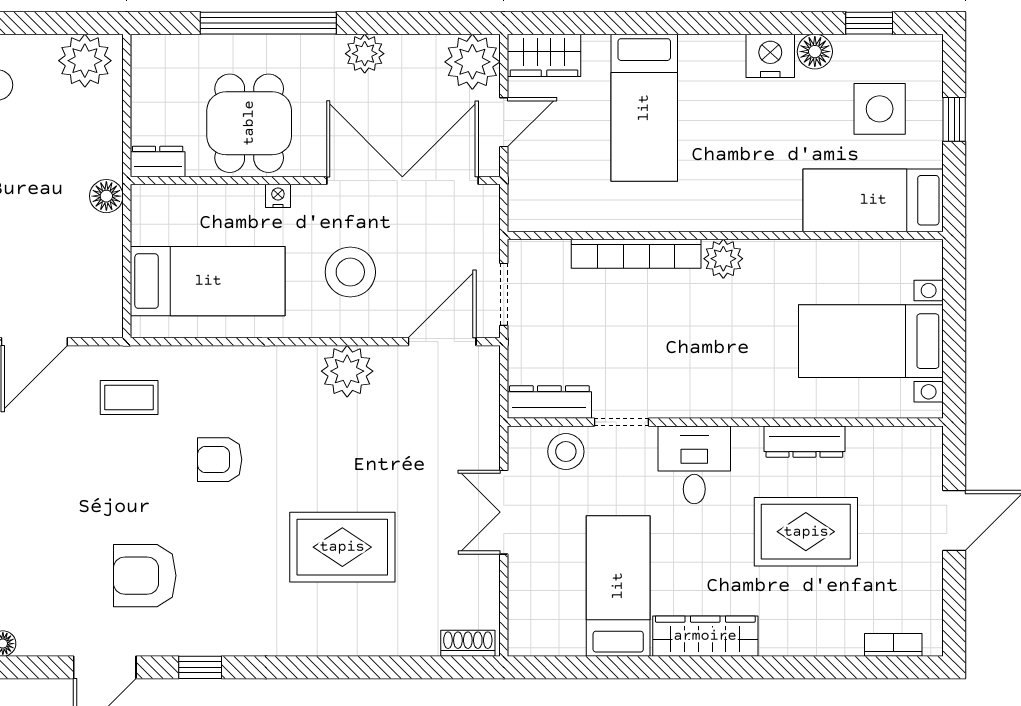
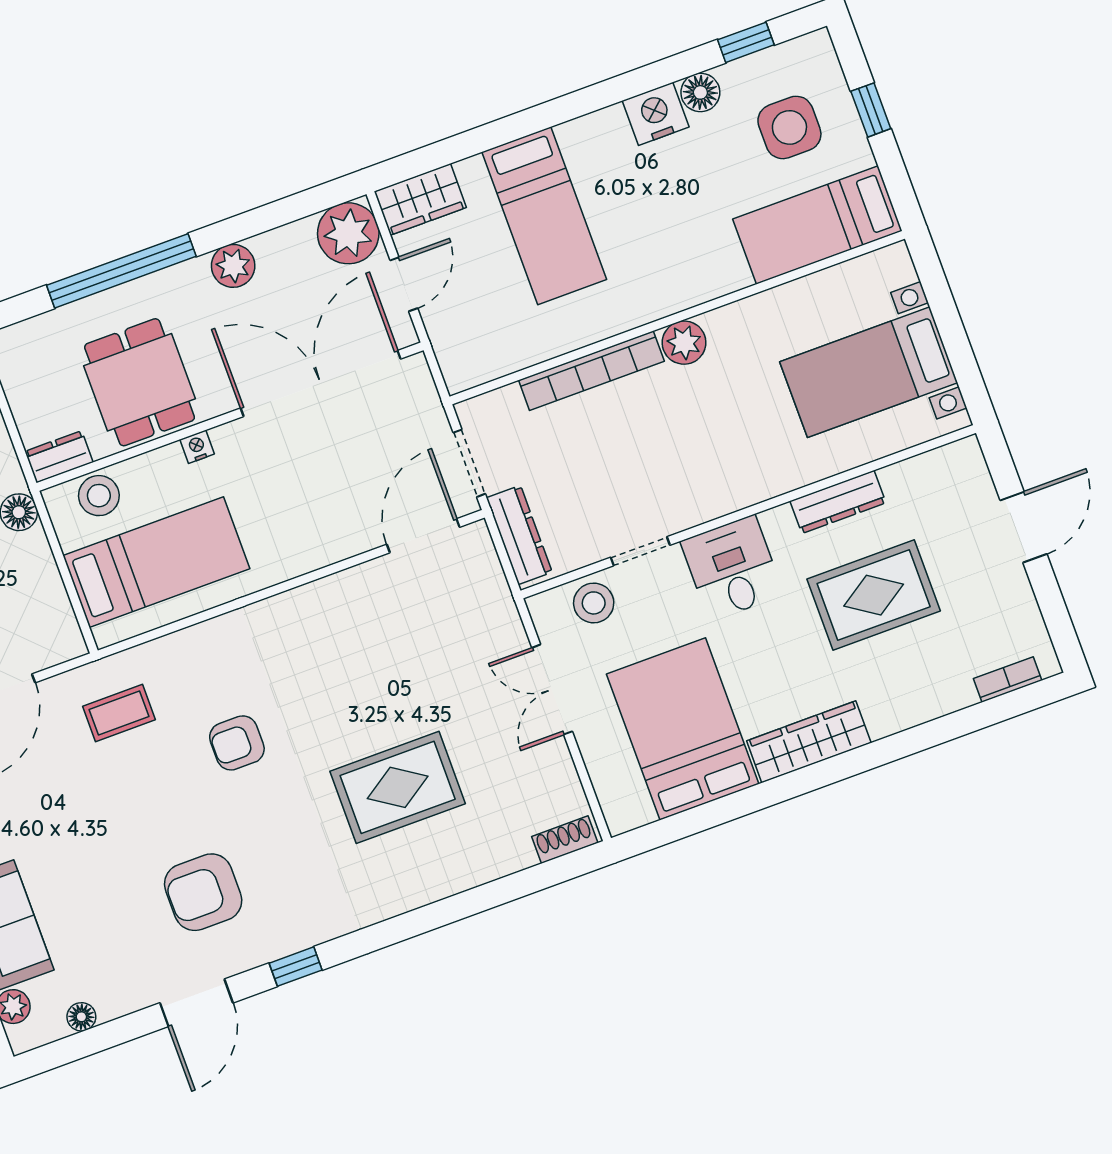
stool: (350, 272) -> (99, 496), moved, width x0.73, depth x0.73
plant: (347, 371) -> (336, 603), removed
dresser: (549, 402) -> (519, 535), moved, turned 90
bed: (618, 586) -> (683, 729), width x1.50

